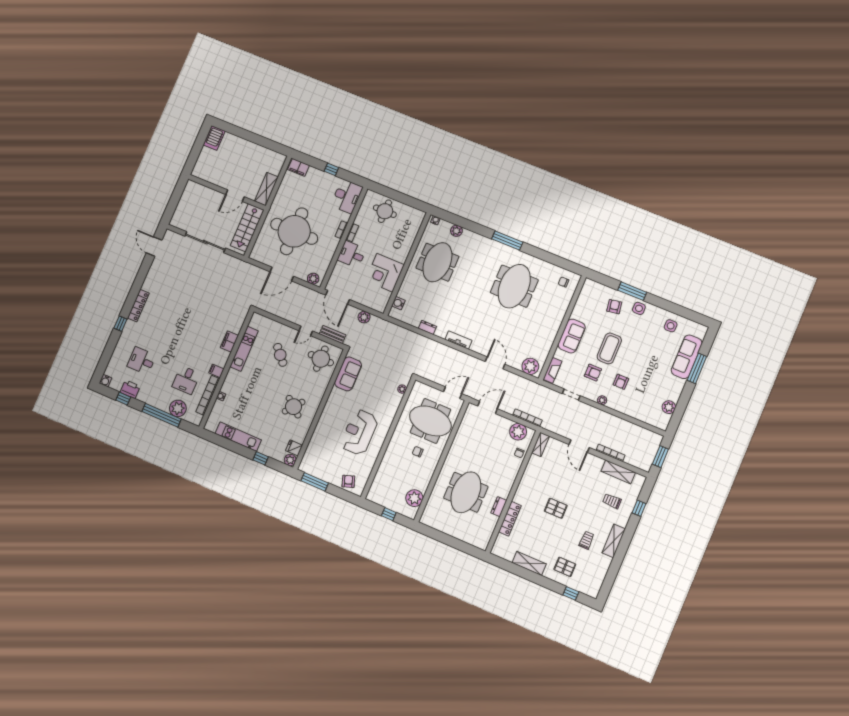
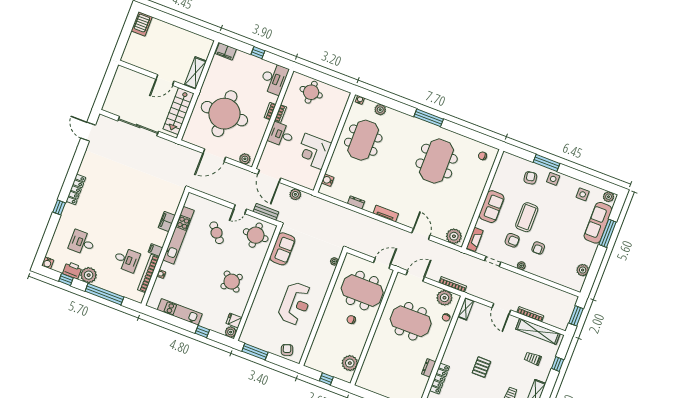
plant: (699, 329) -> (609, 197), added
kitchen unit: (244, 349) -> (178, 235), width x1.36
desk: (186, 380) -> (127, 260), turned -90
plant: (178, 408) -> (89, 275), moved
reception desk: (359, 432) -> (295, 303), turned 180
shelving: (618, 472) -> (538, 331), width x1.47
meeting table: (466, 492) -> (411, 321), moved, turned 90
pallet: (556, 508) -> (481, 367), turned 90

